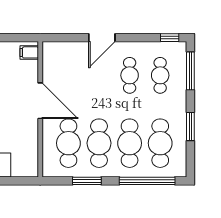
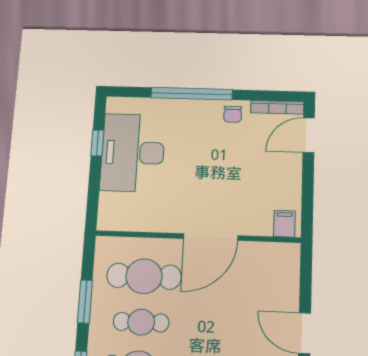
cafe table: (99, 143) -> (141, 322), width x0.73, depth x0.74

